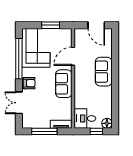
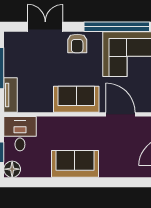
sofa: (104, 72) -> (75, 164), moved

